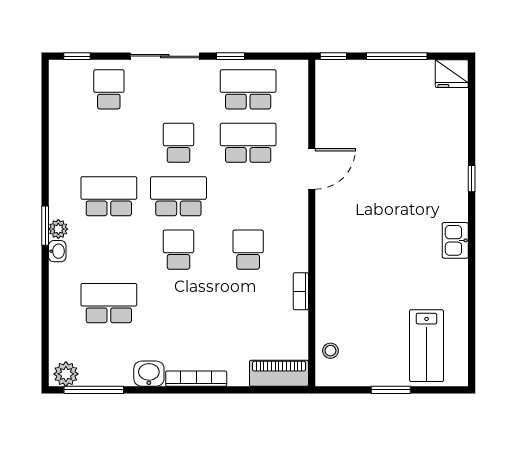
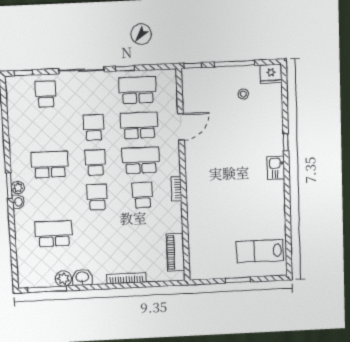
door: (312, 169) -> (181, 127), moved
school desk: (178, 196) -> (95, 162), width x0.54
school desk: (248, 196) -> (141, 160), added
kitchen sink: (455, 240) -> (276, 168), moved
bookcase: (301, 291) -> (176, 189), moved
lab bench: (427, 346) -> (260, 251), turned 90
stool: (330, 351) -> (243, 94), moved
piano: (279, 373) -> (175, 252), moved, turned -90
plant: (66, 374) -> (63, 278), moved
bookcase: (196, 379) -> (126, 278), moved

